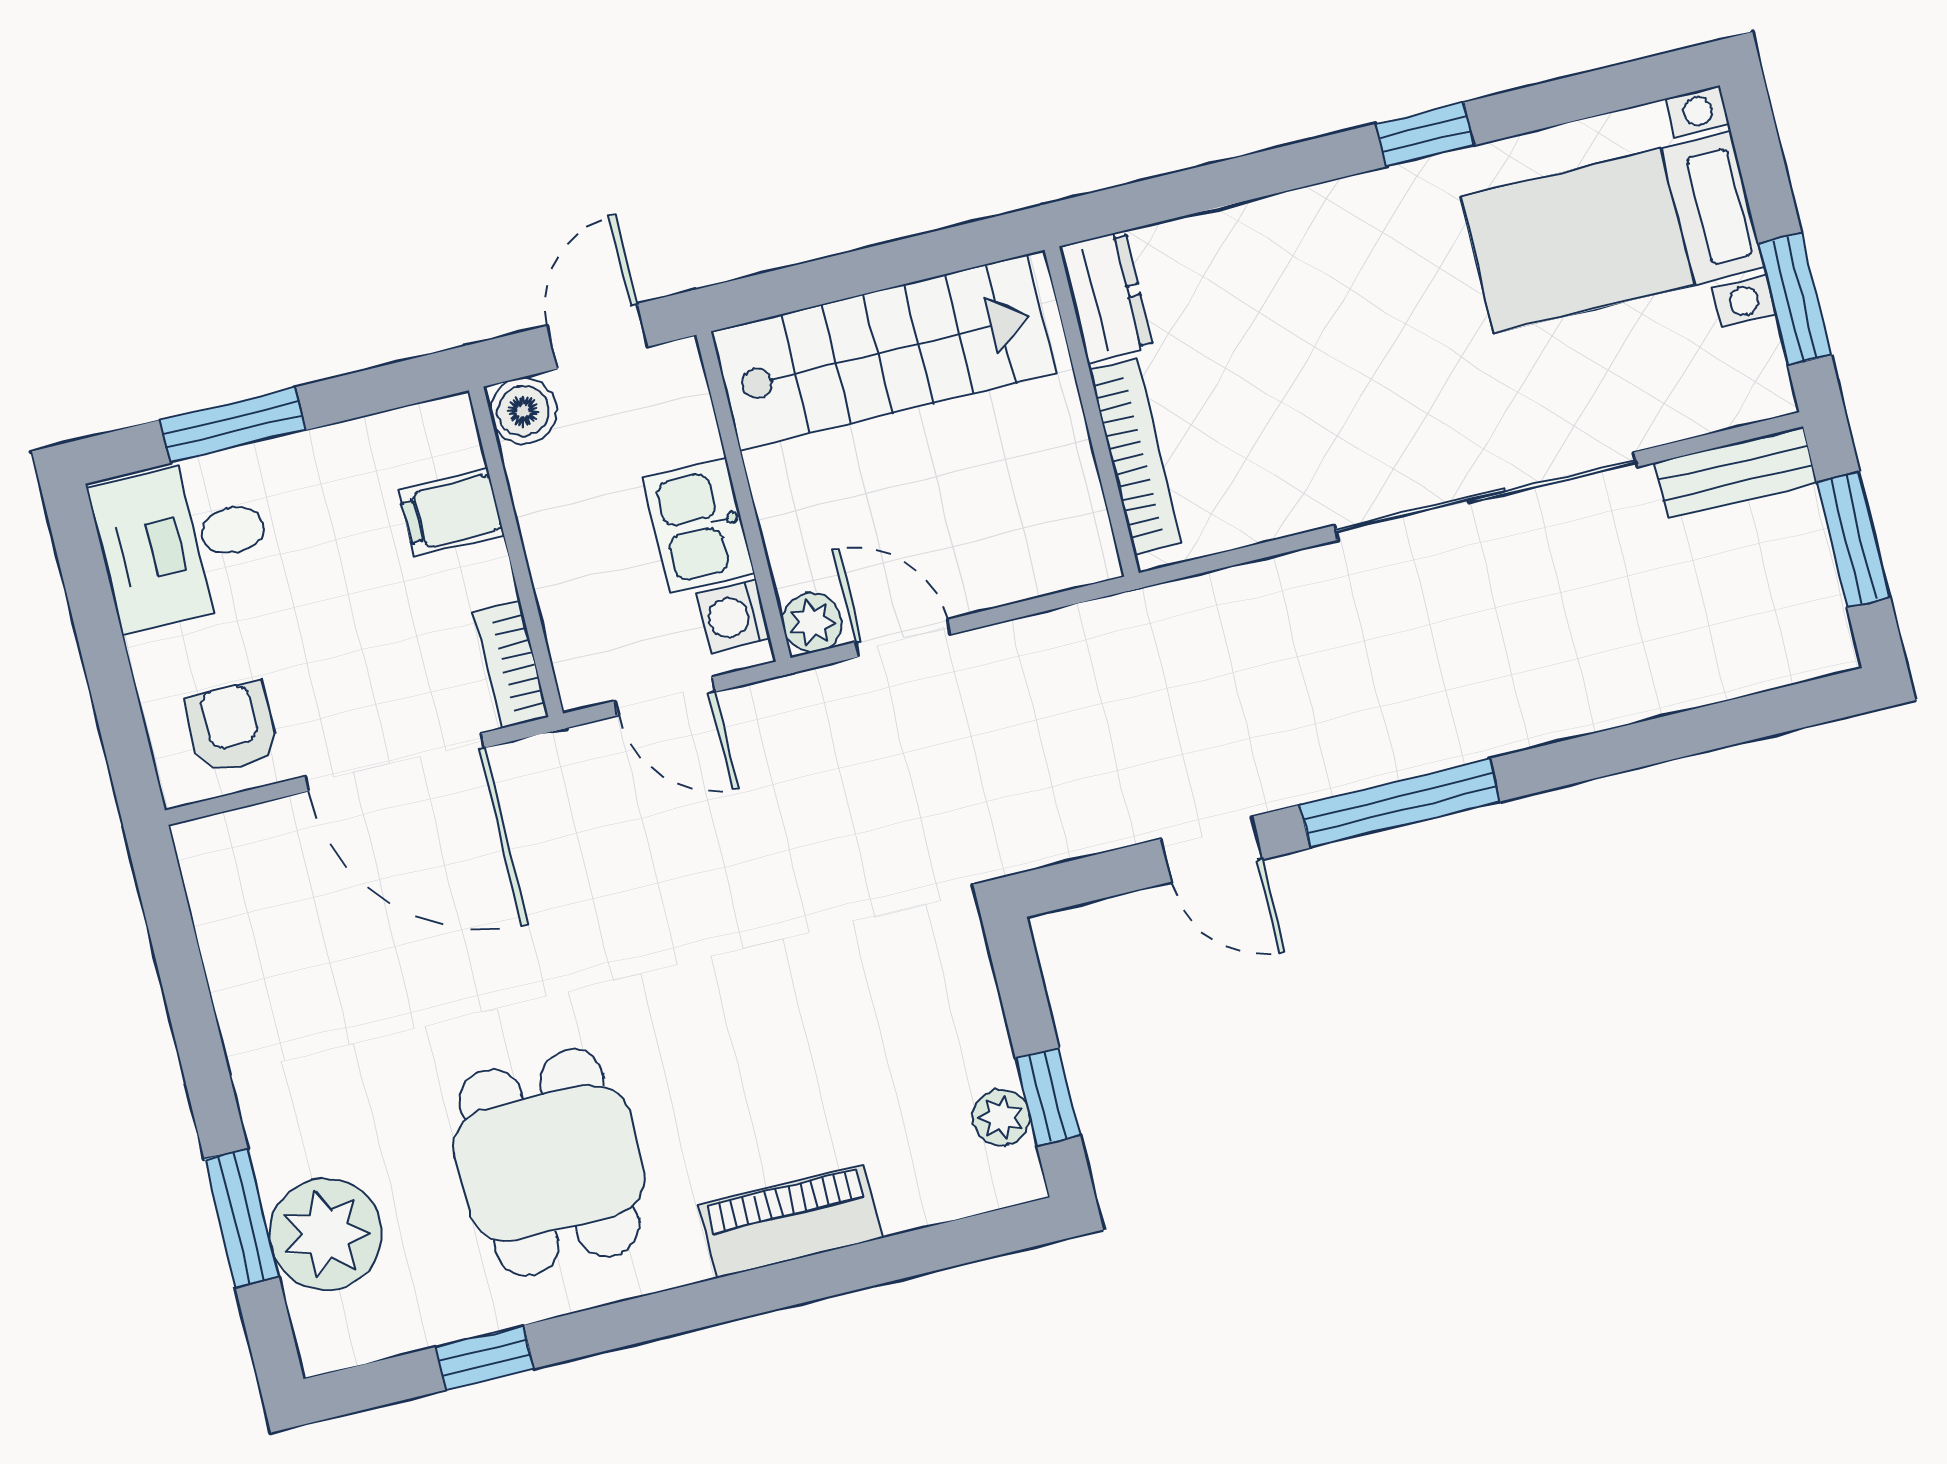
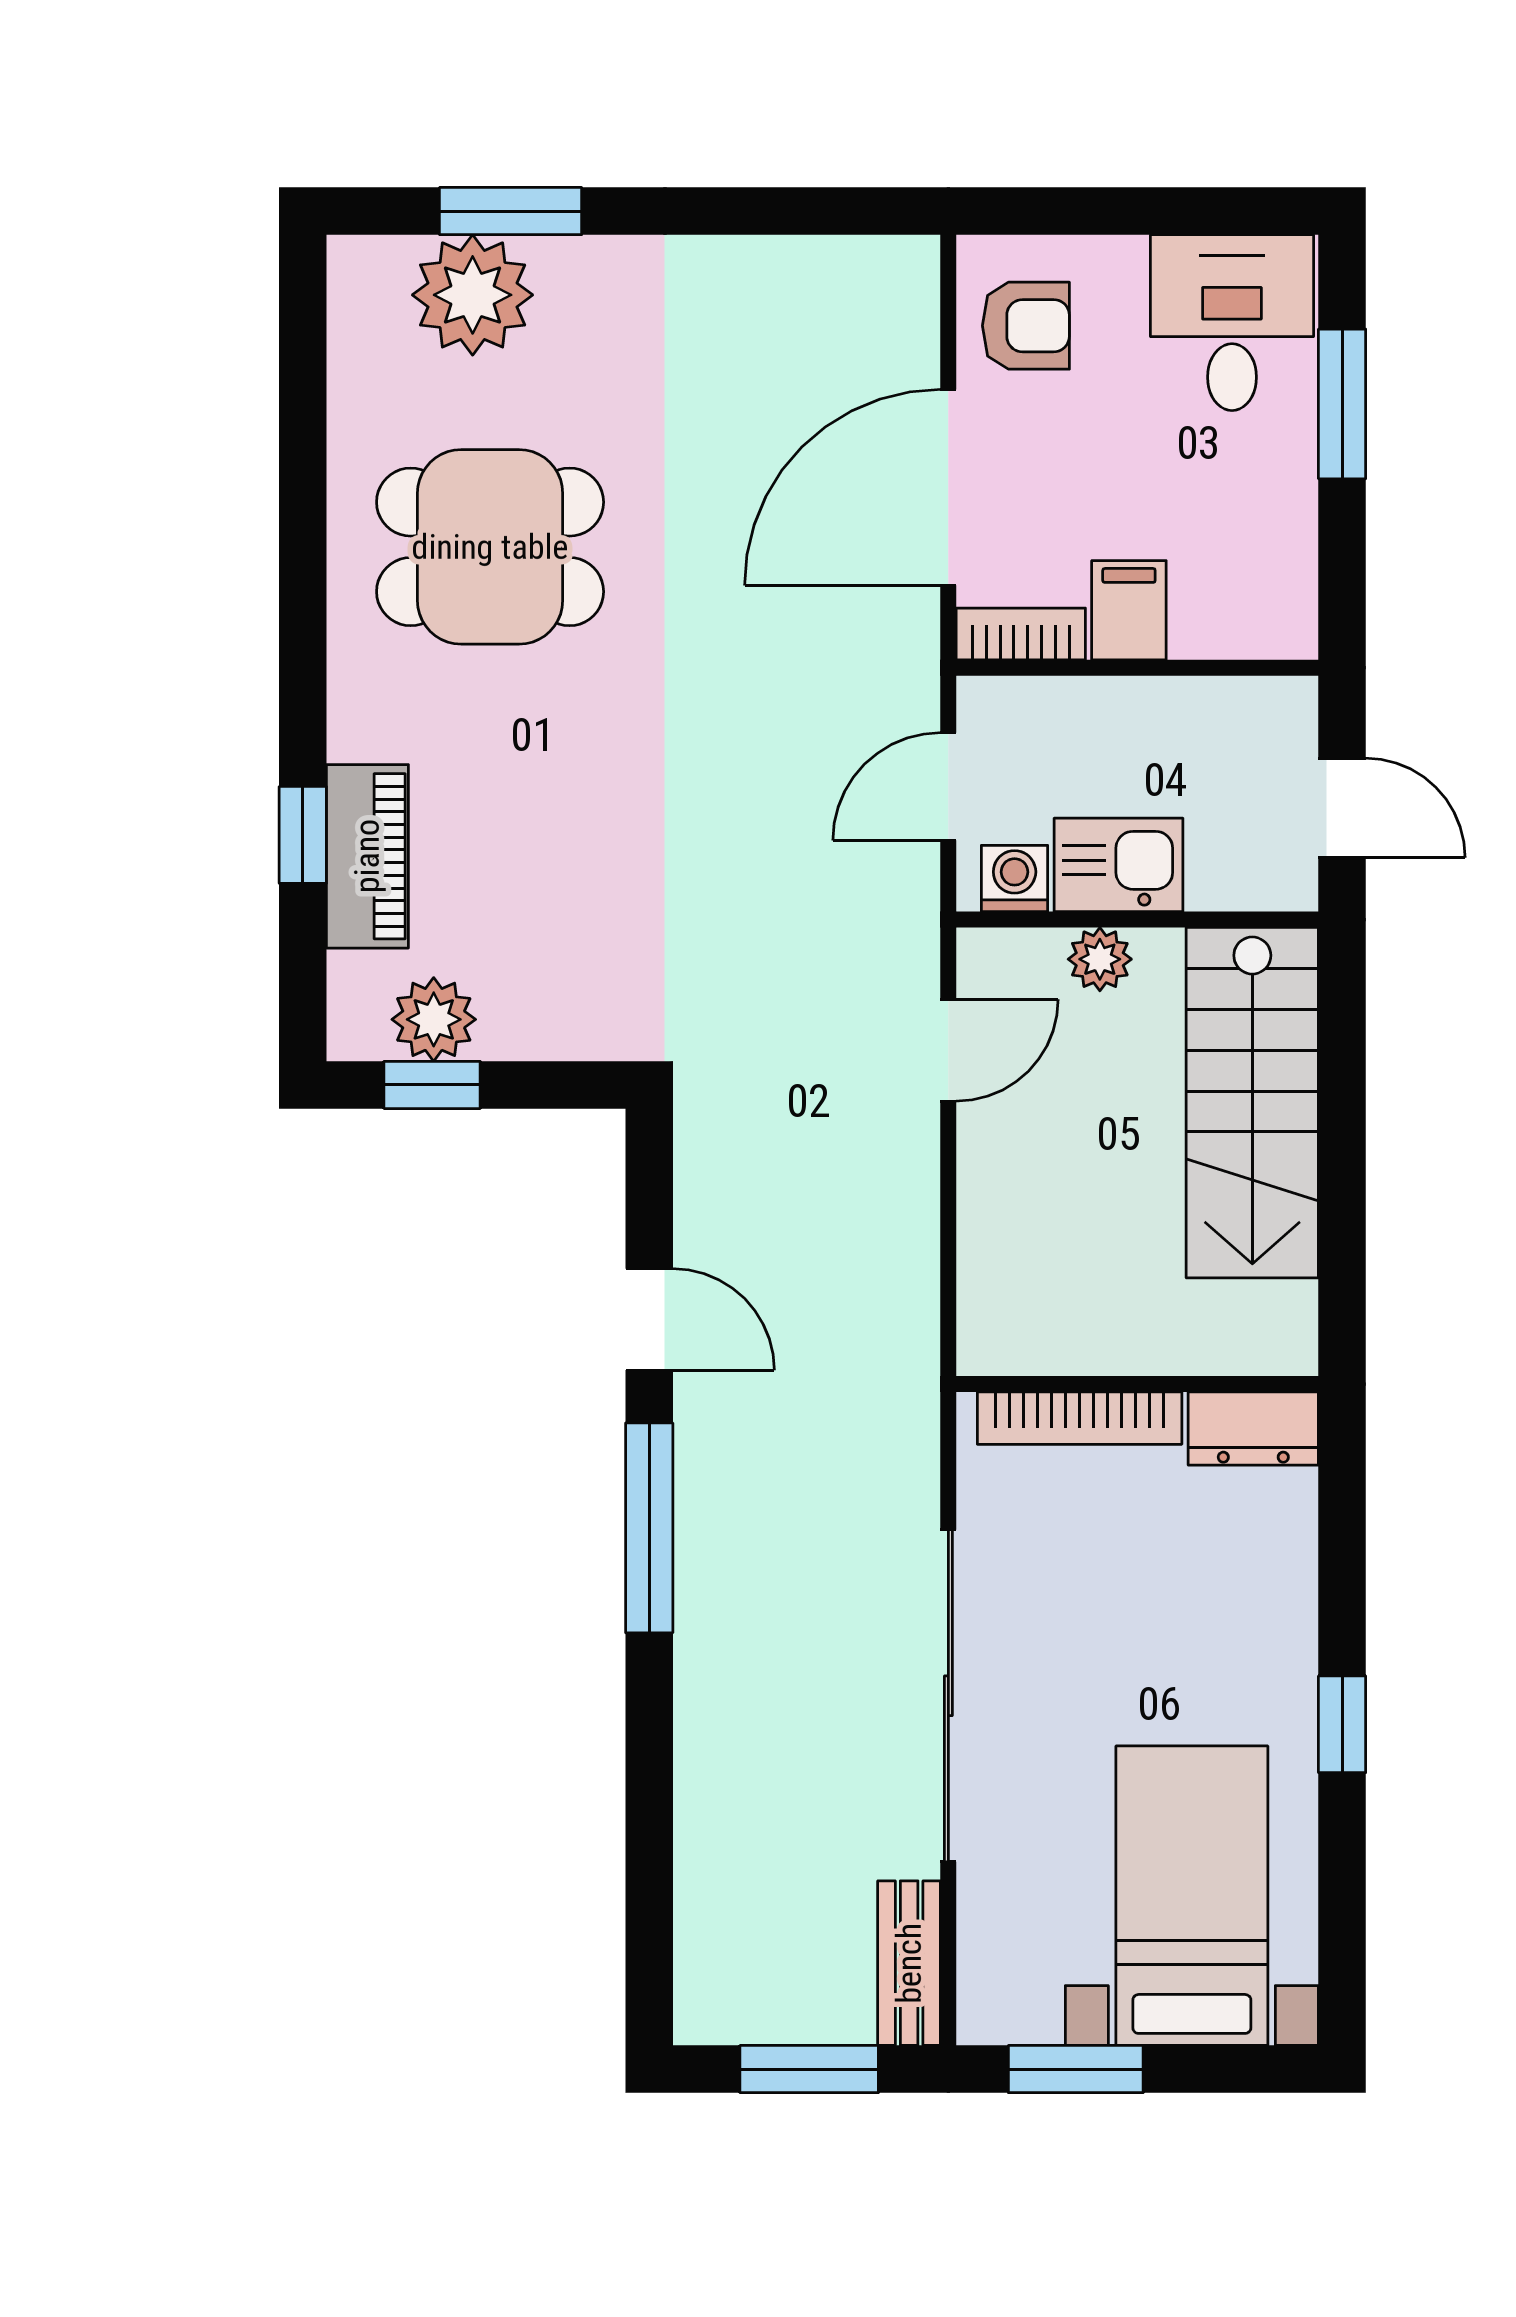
dresser: (1106, 297) -> (1253, 1429), moved
boiler: (523, 411) -> (1283, 711), removed
wall: (1092, 411) -> (1137, 1384), moved
bookcase: (1135, 456) -> (1080, 1418), moved
filing cabinet: (451, 512) -> (1129, 610), moved
plant: (812, 622) -> (1100, 959), moved
door: (1212, 849) -> (649, 1319), swing flipped
plant: (1001, 1117) -> (434, 1019), width x1.38, depth x1.38
piano: (790, 1221) -> (367, 856), moved
window: (485, 1358) -> (303, 835), moved

